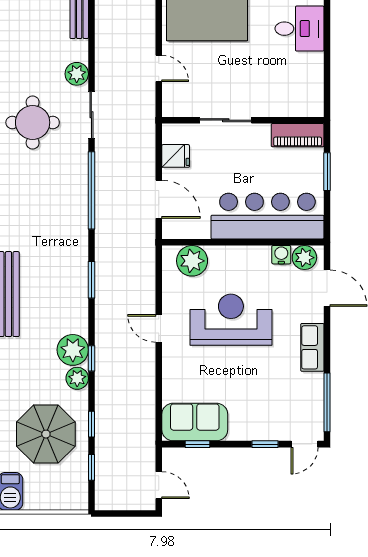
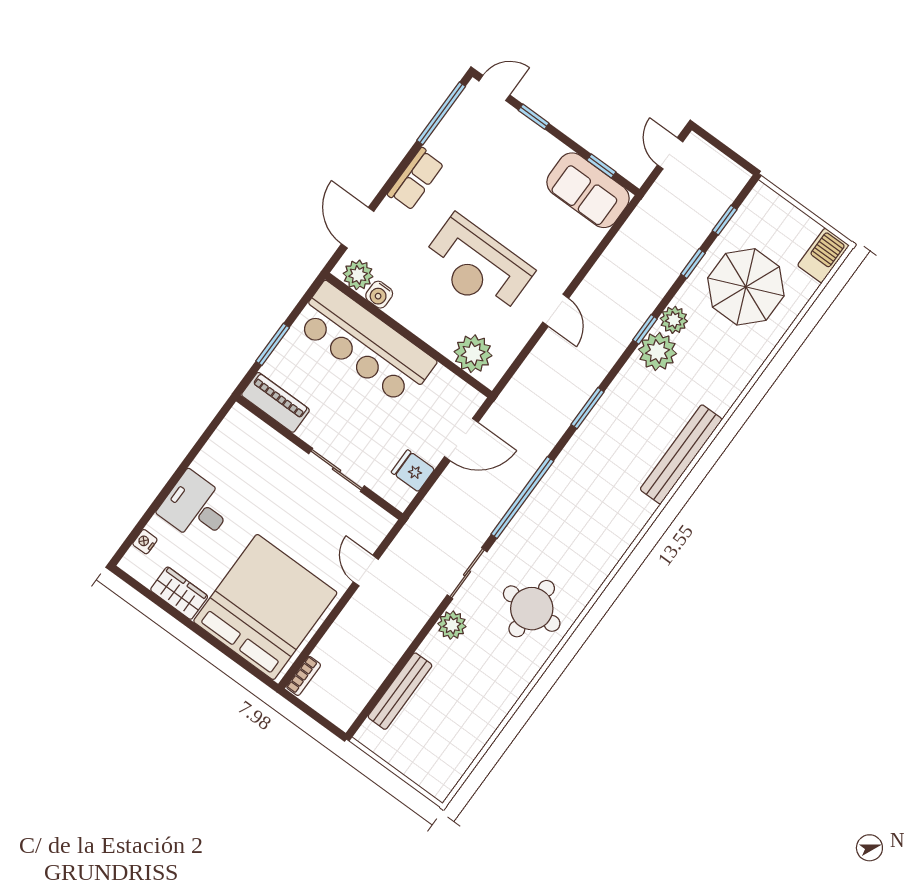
door: (159, 199) -> (461, 440), swing flipped

